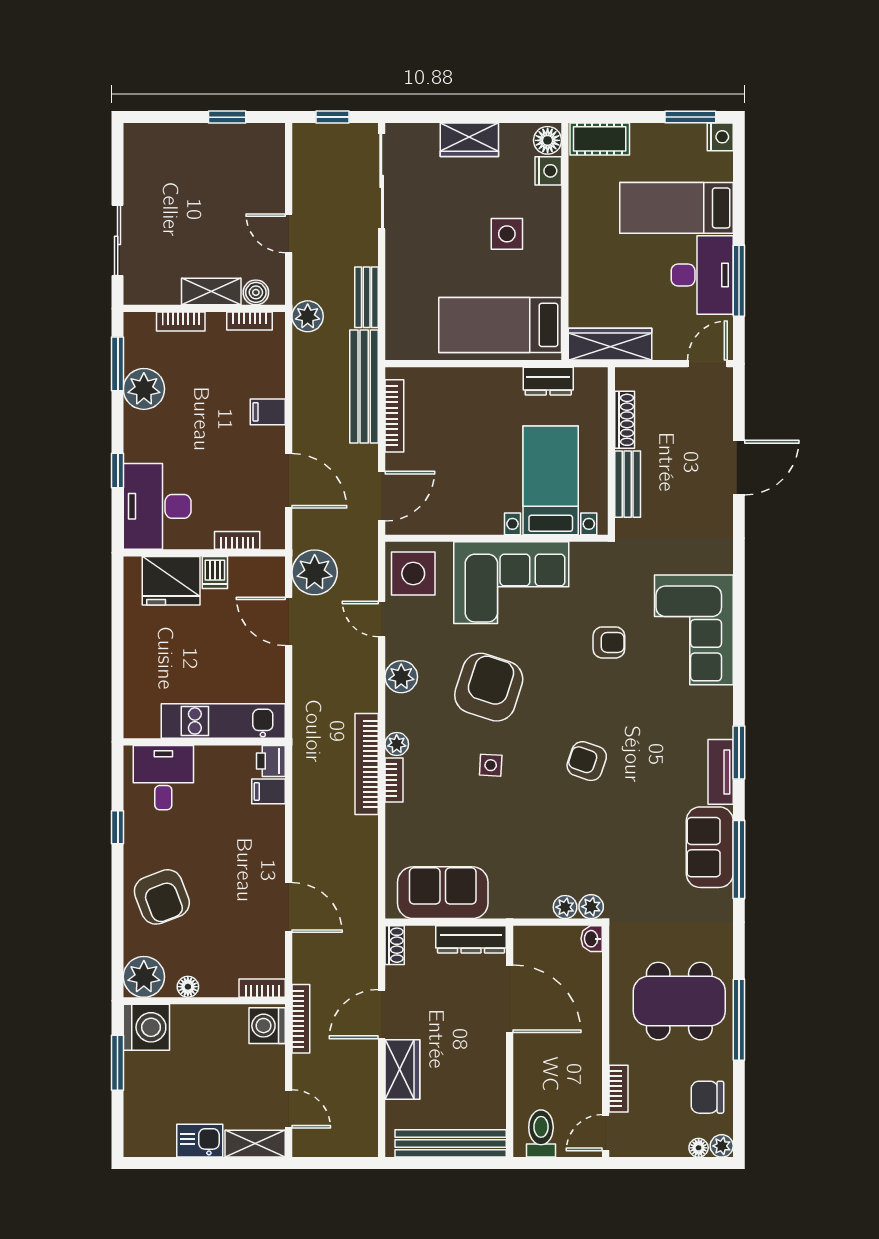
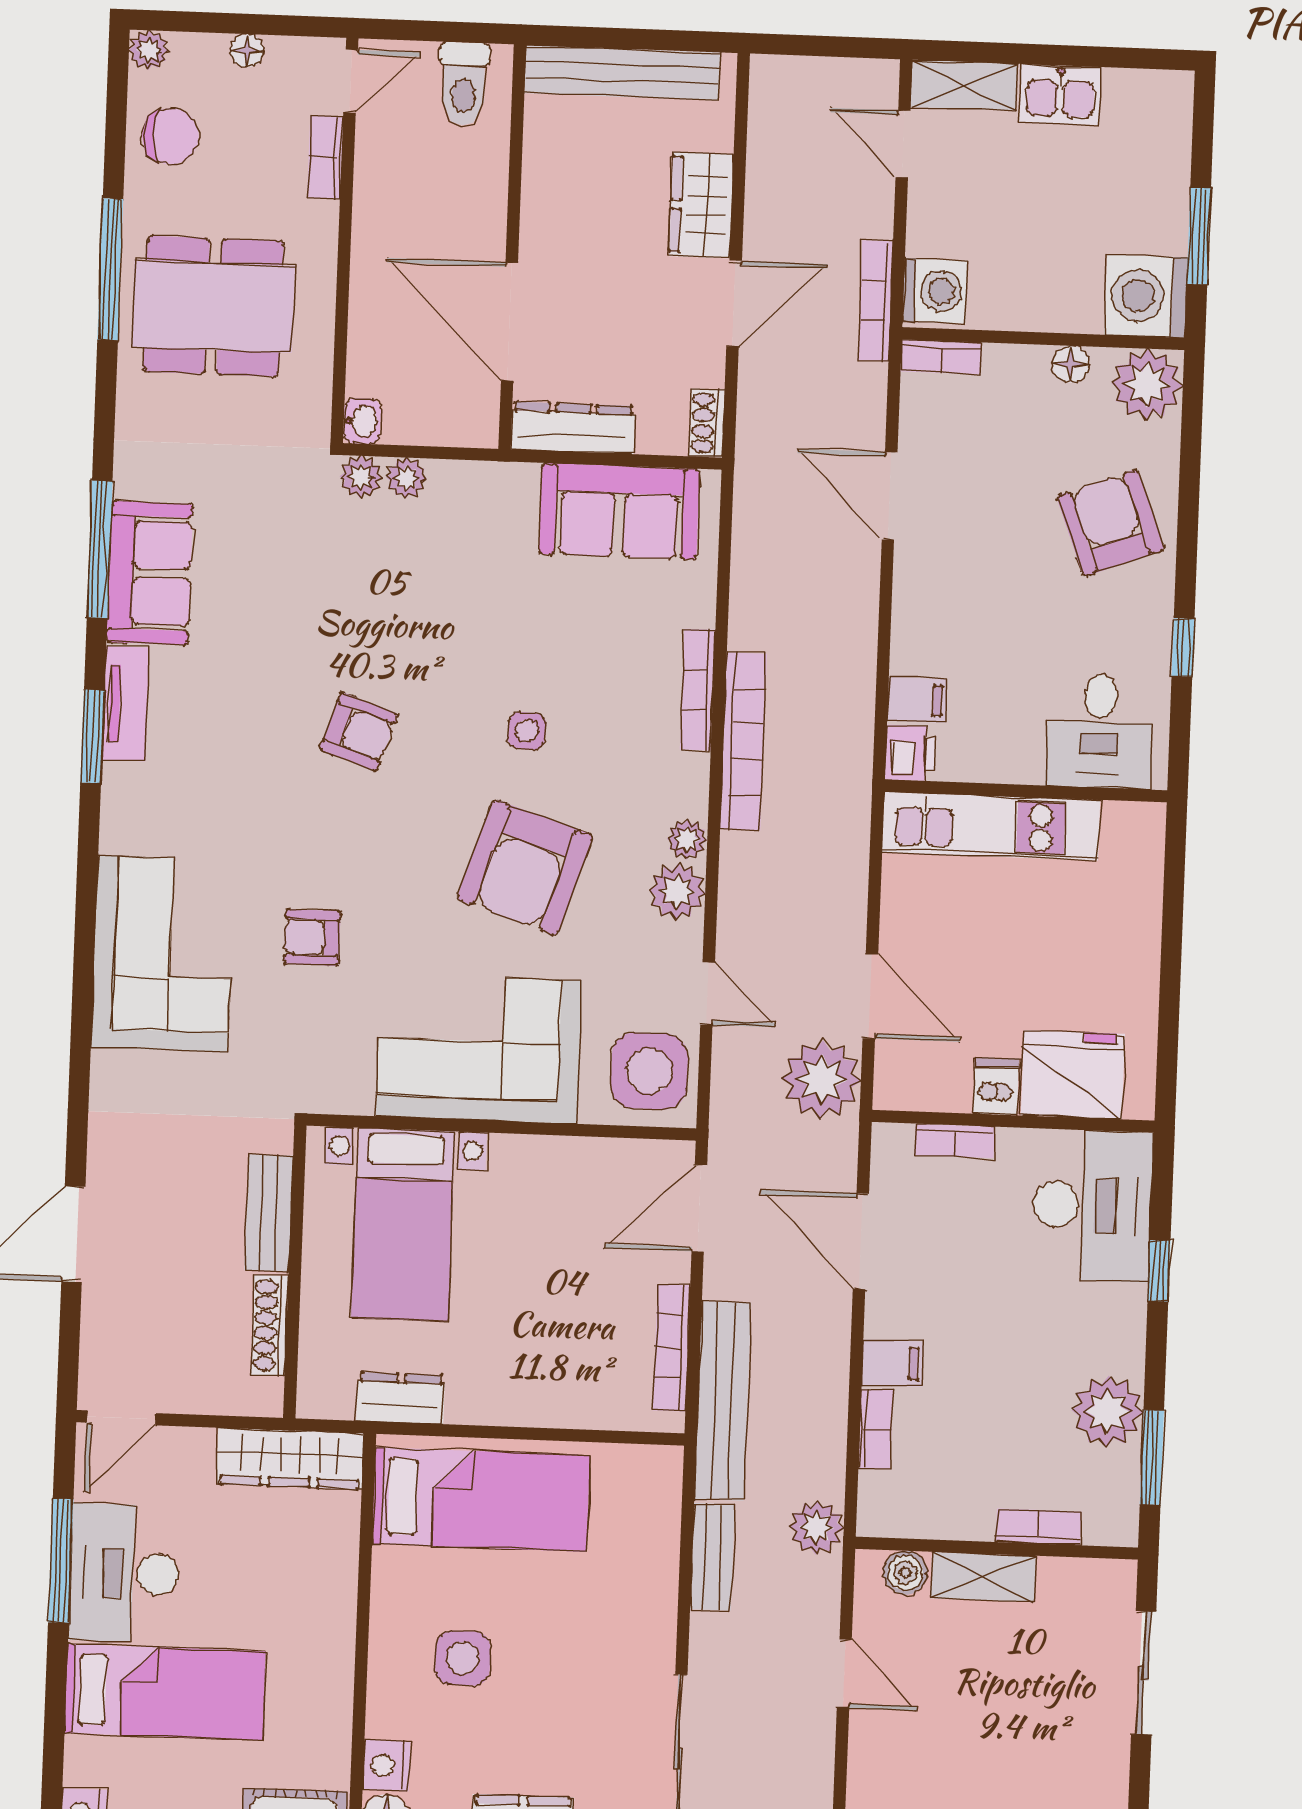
bookcase: (250, 321) -> (876, 1429), moved, turned 90
plant: (397, 744) -> (687, 839), moved
bookcase: (394, 780) -> (698, 690), width x1.56
floor lamp: (699, 1148) -> (247, 51), moved

